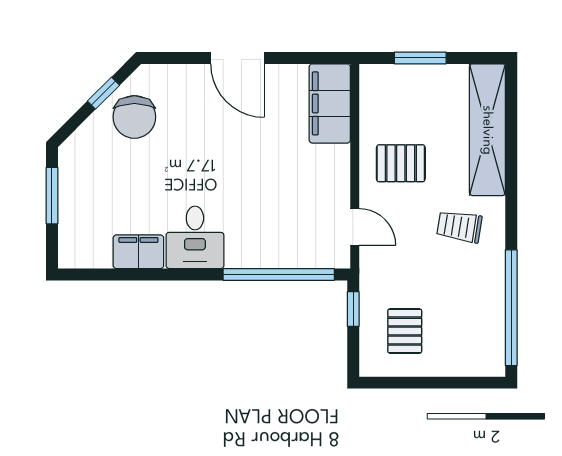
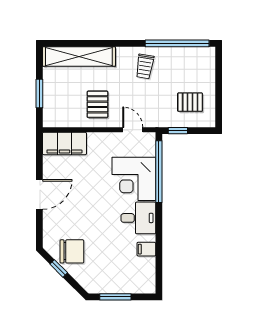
door: (355, 227) -> (133, 130), hinge flipped
trolley: (459, 227) -> (145, 66), moved
corner desk: (266, 229) -> (134, 179), added
filing cabinet: (138, 252) -> (146, 249), width x0.50

